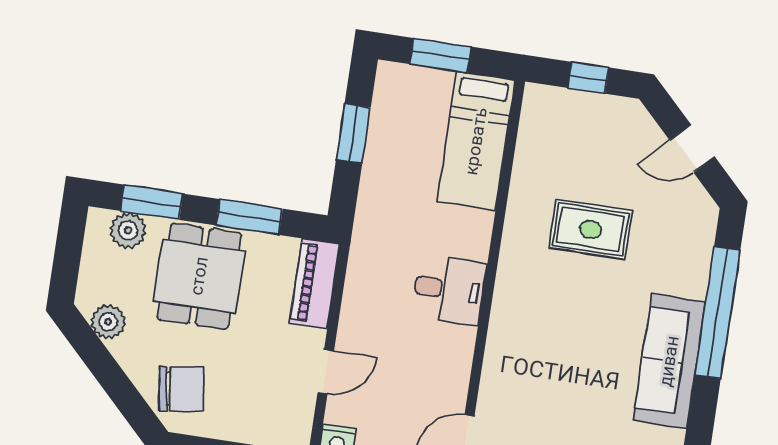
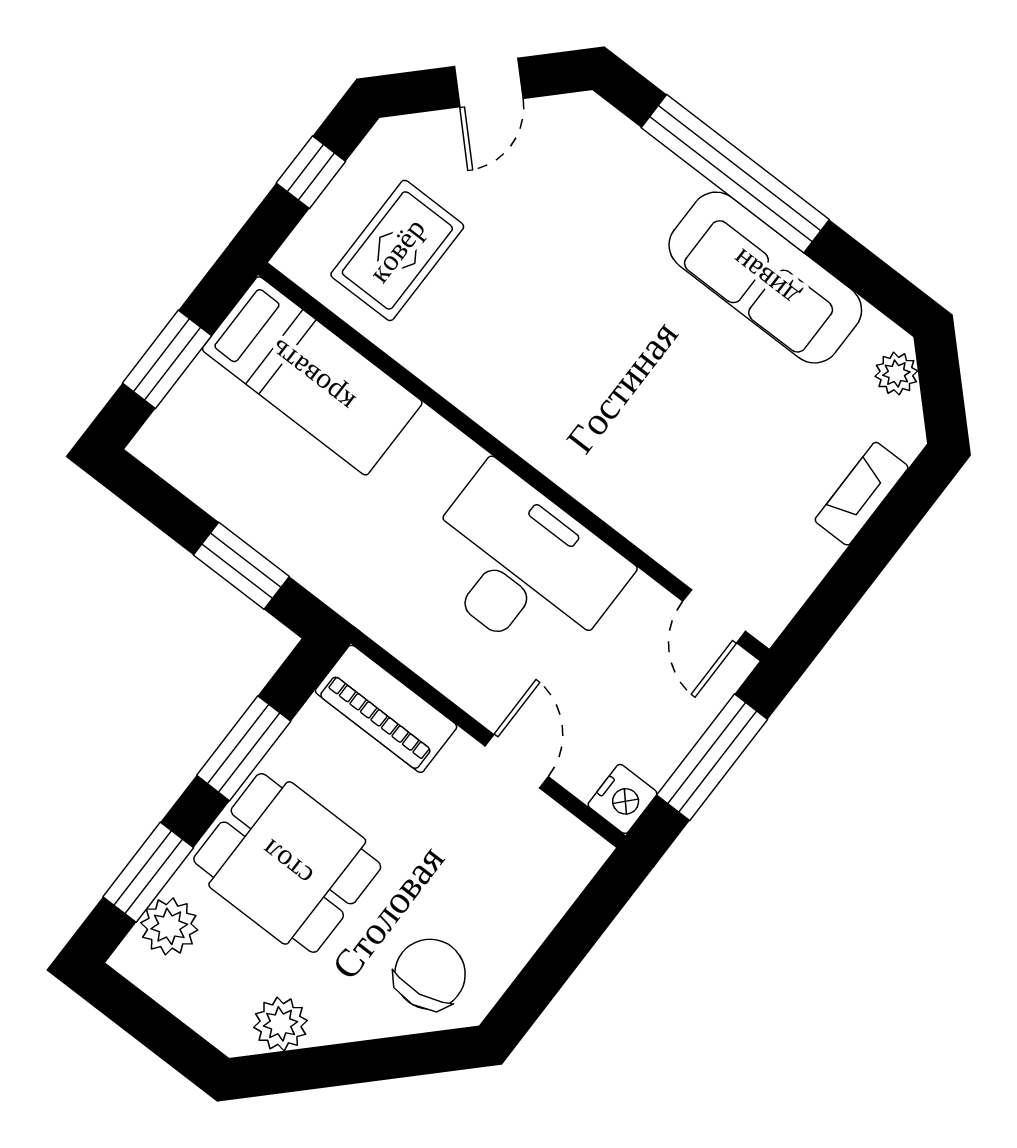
window: (353, 134) -> (241, 566), moved
rug: (591, 229) -> (397, 250), moved
desk: (449, 290) -> (522, 566), width x1.87, depth x1.30

